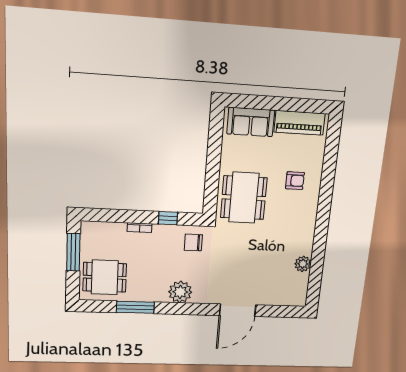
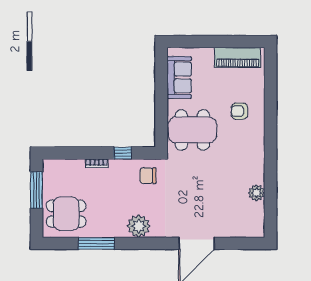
sofa: (251, 122) -> (179, 77), moved, turned -90
armchair: (295, 181) -> (239, 111), turned 180
dining table: (244, 198) -> (192, 130), turned 90

